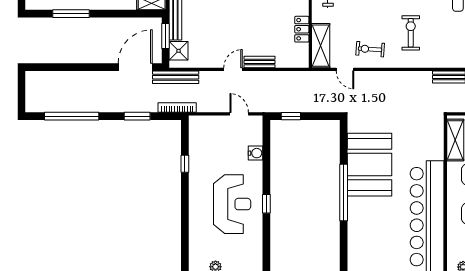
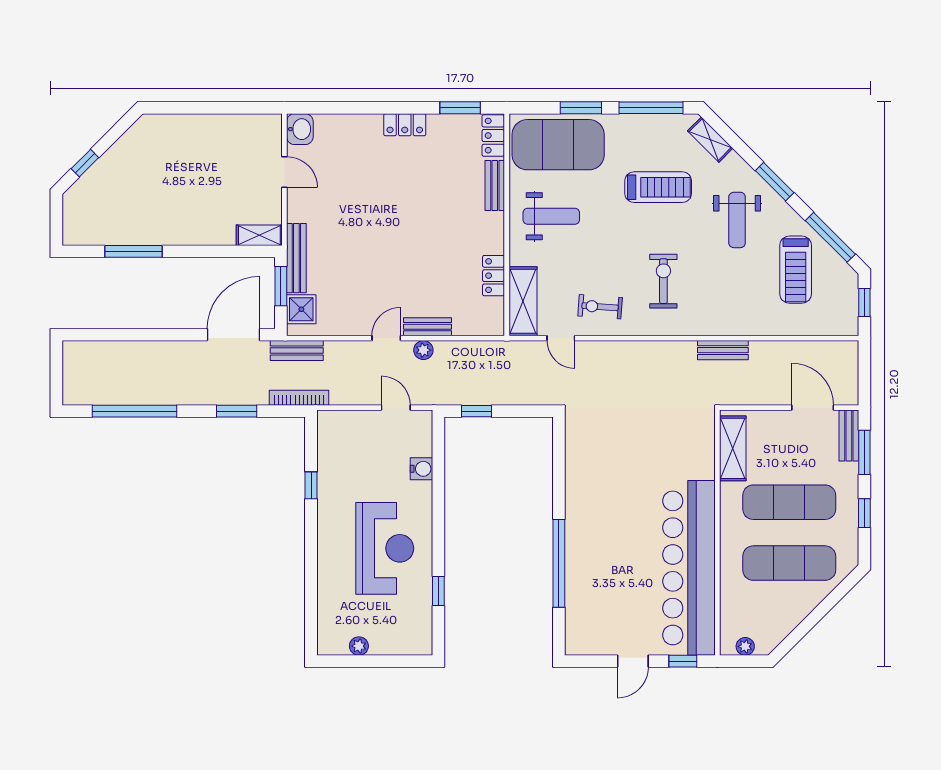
bench: (176, 77) -> (297, 351), width x0.73
plant: (257, 77) -> (423, 350), added
booth: (369, 165) -> (599, 487), removed
window: (344, 192) -> (559, 563), moved
window: (266, 204) -> (438, 591), moved

